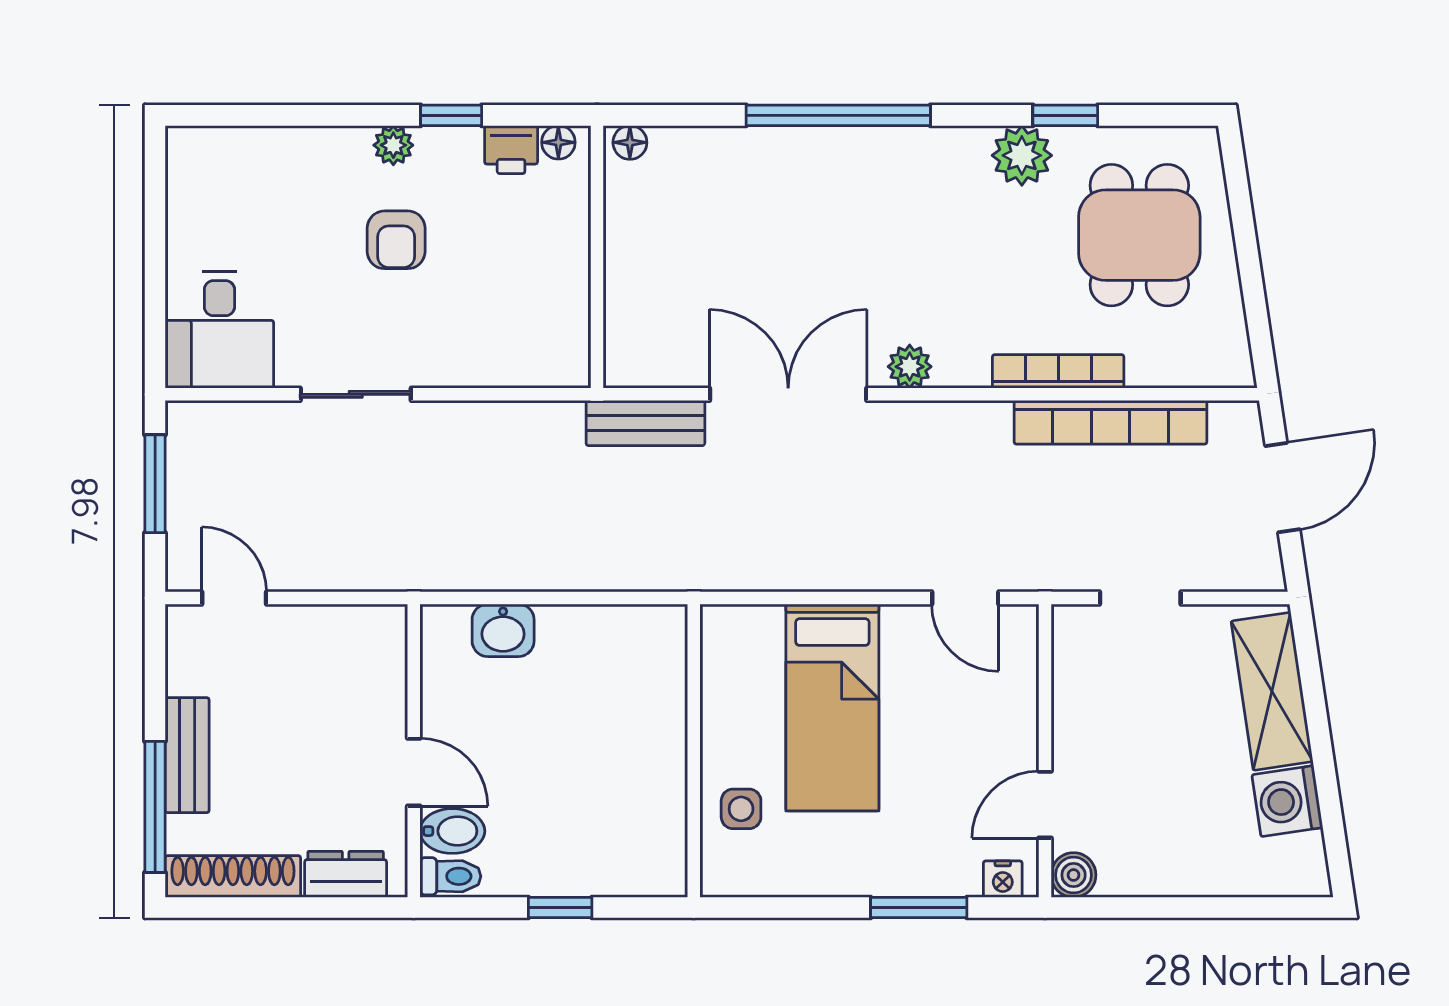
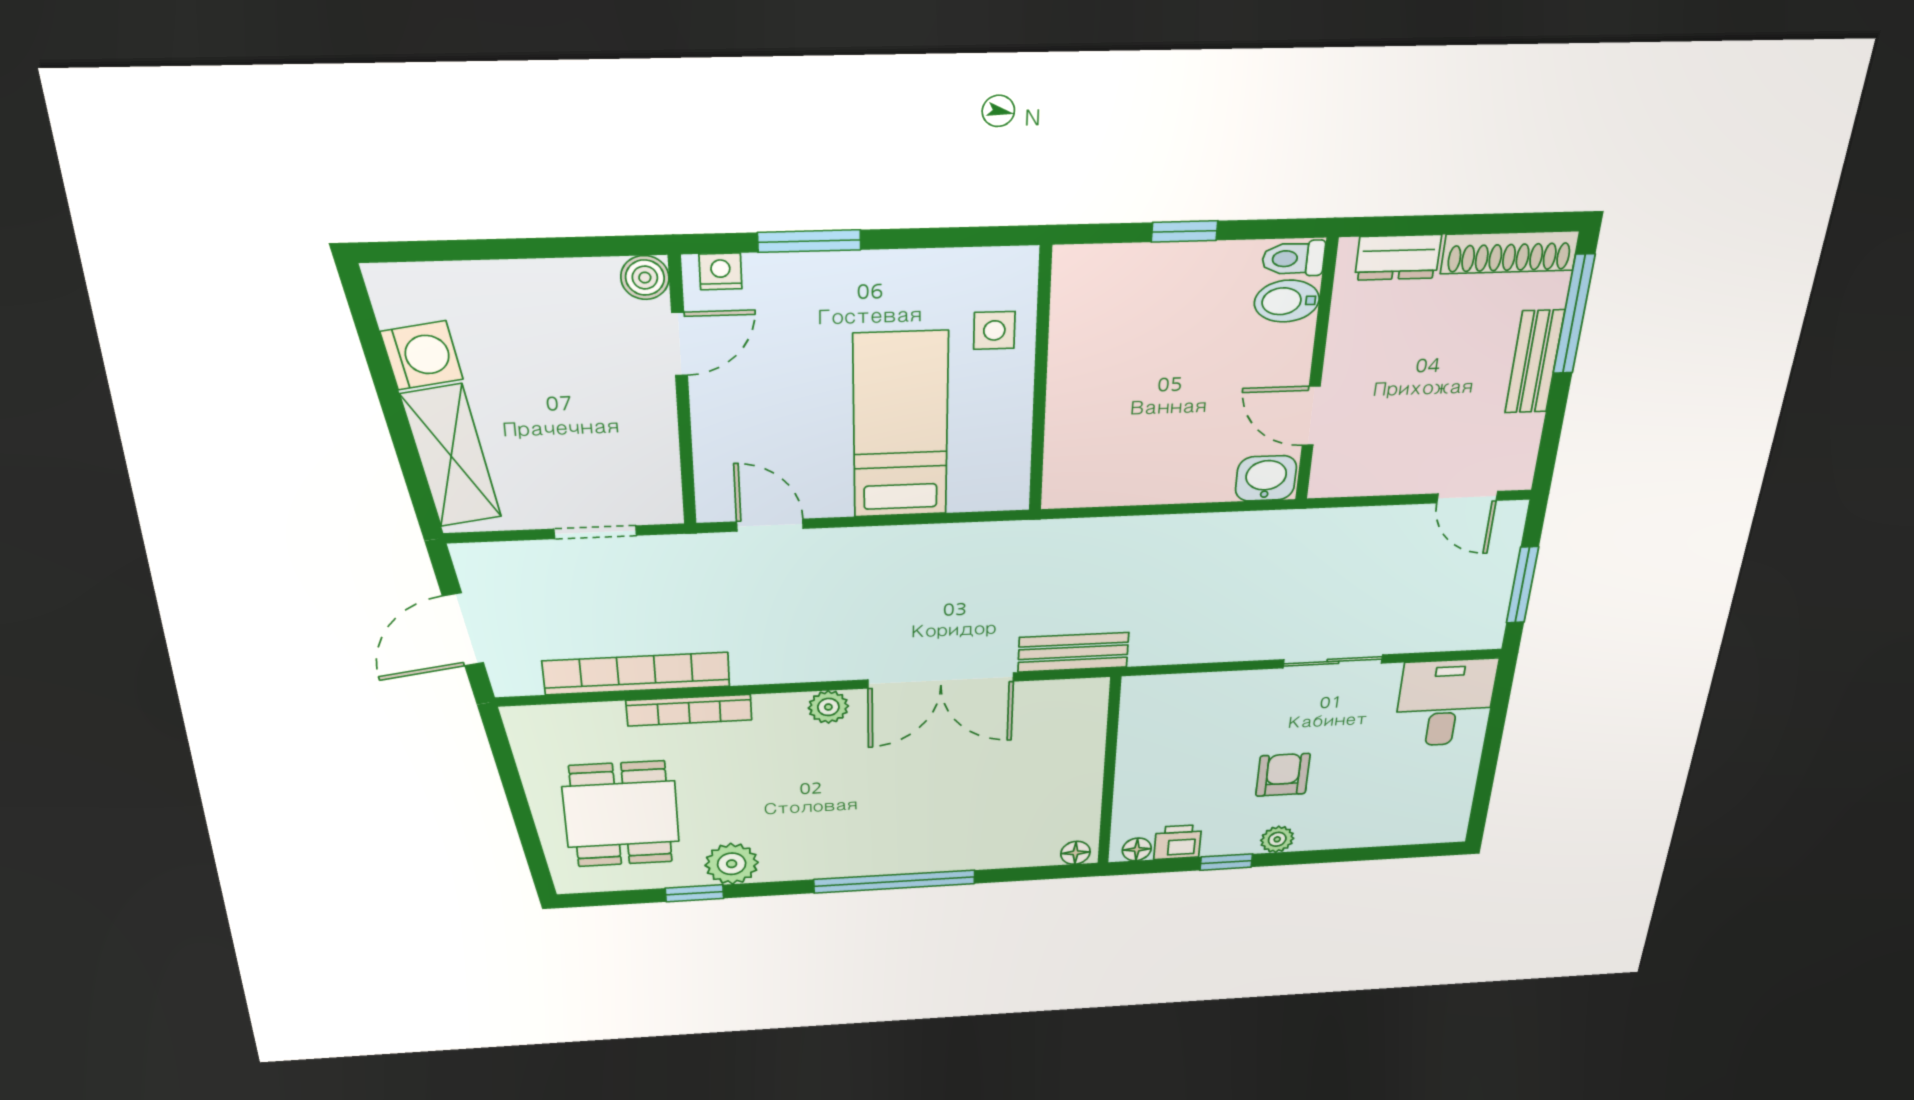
washbasin: (503, 630) -> (1266, 478), moved
door: (414, 772) -> (1311, 416), moved

